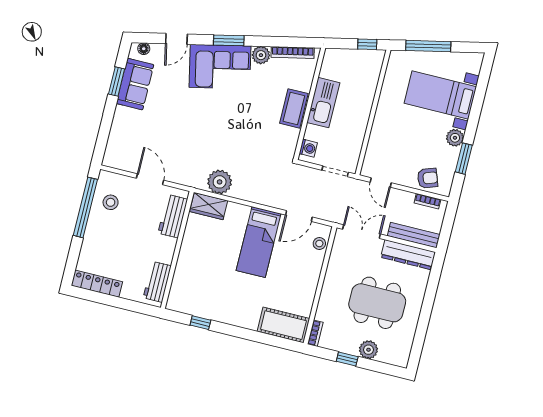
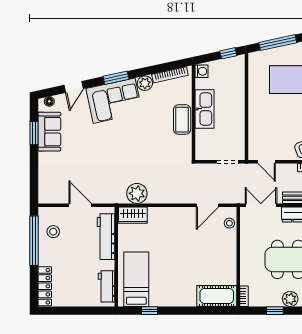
washing machine: (308, 148) -> (201, 71), moved
workbench: (173, 216) -> (106, 237), width x1.38
bed: (259, 242) -> (136, 279), moved, turned 180
locker: (97, 284) -> (45, 286), moved, turned 90

